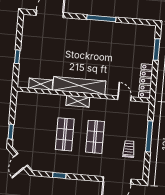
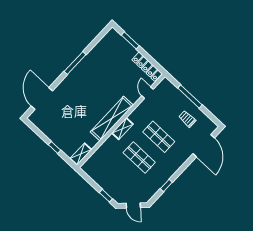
shelving: (41, 84) -> (81, 154), moved
door: (124, 98) -> (148, 93), hinge flipped

